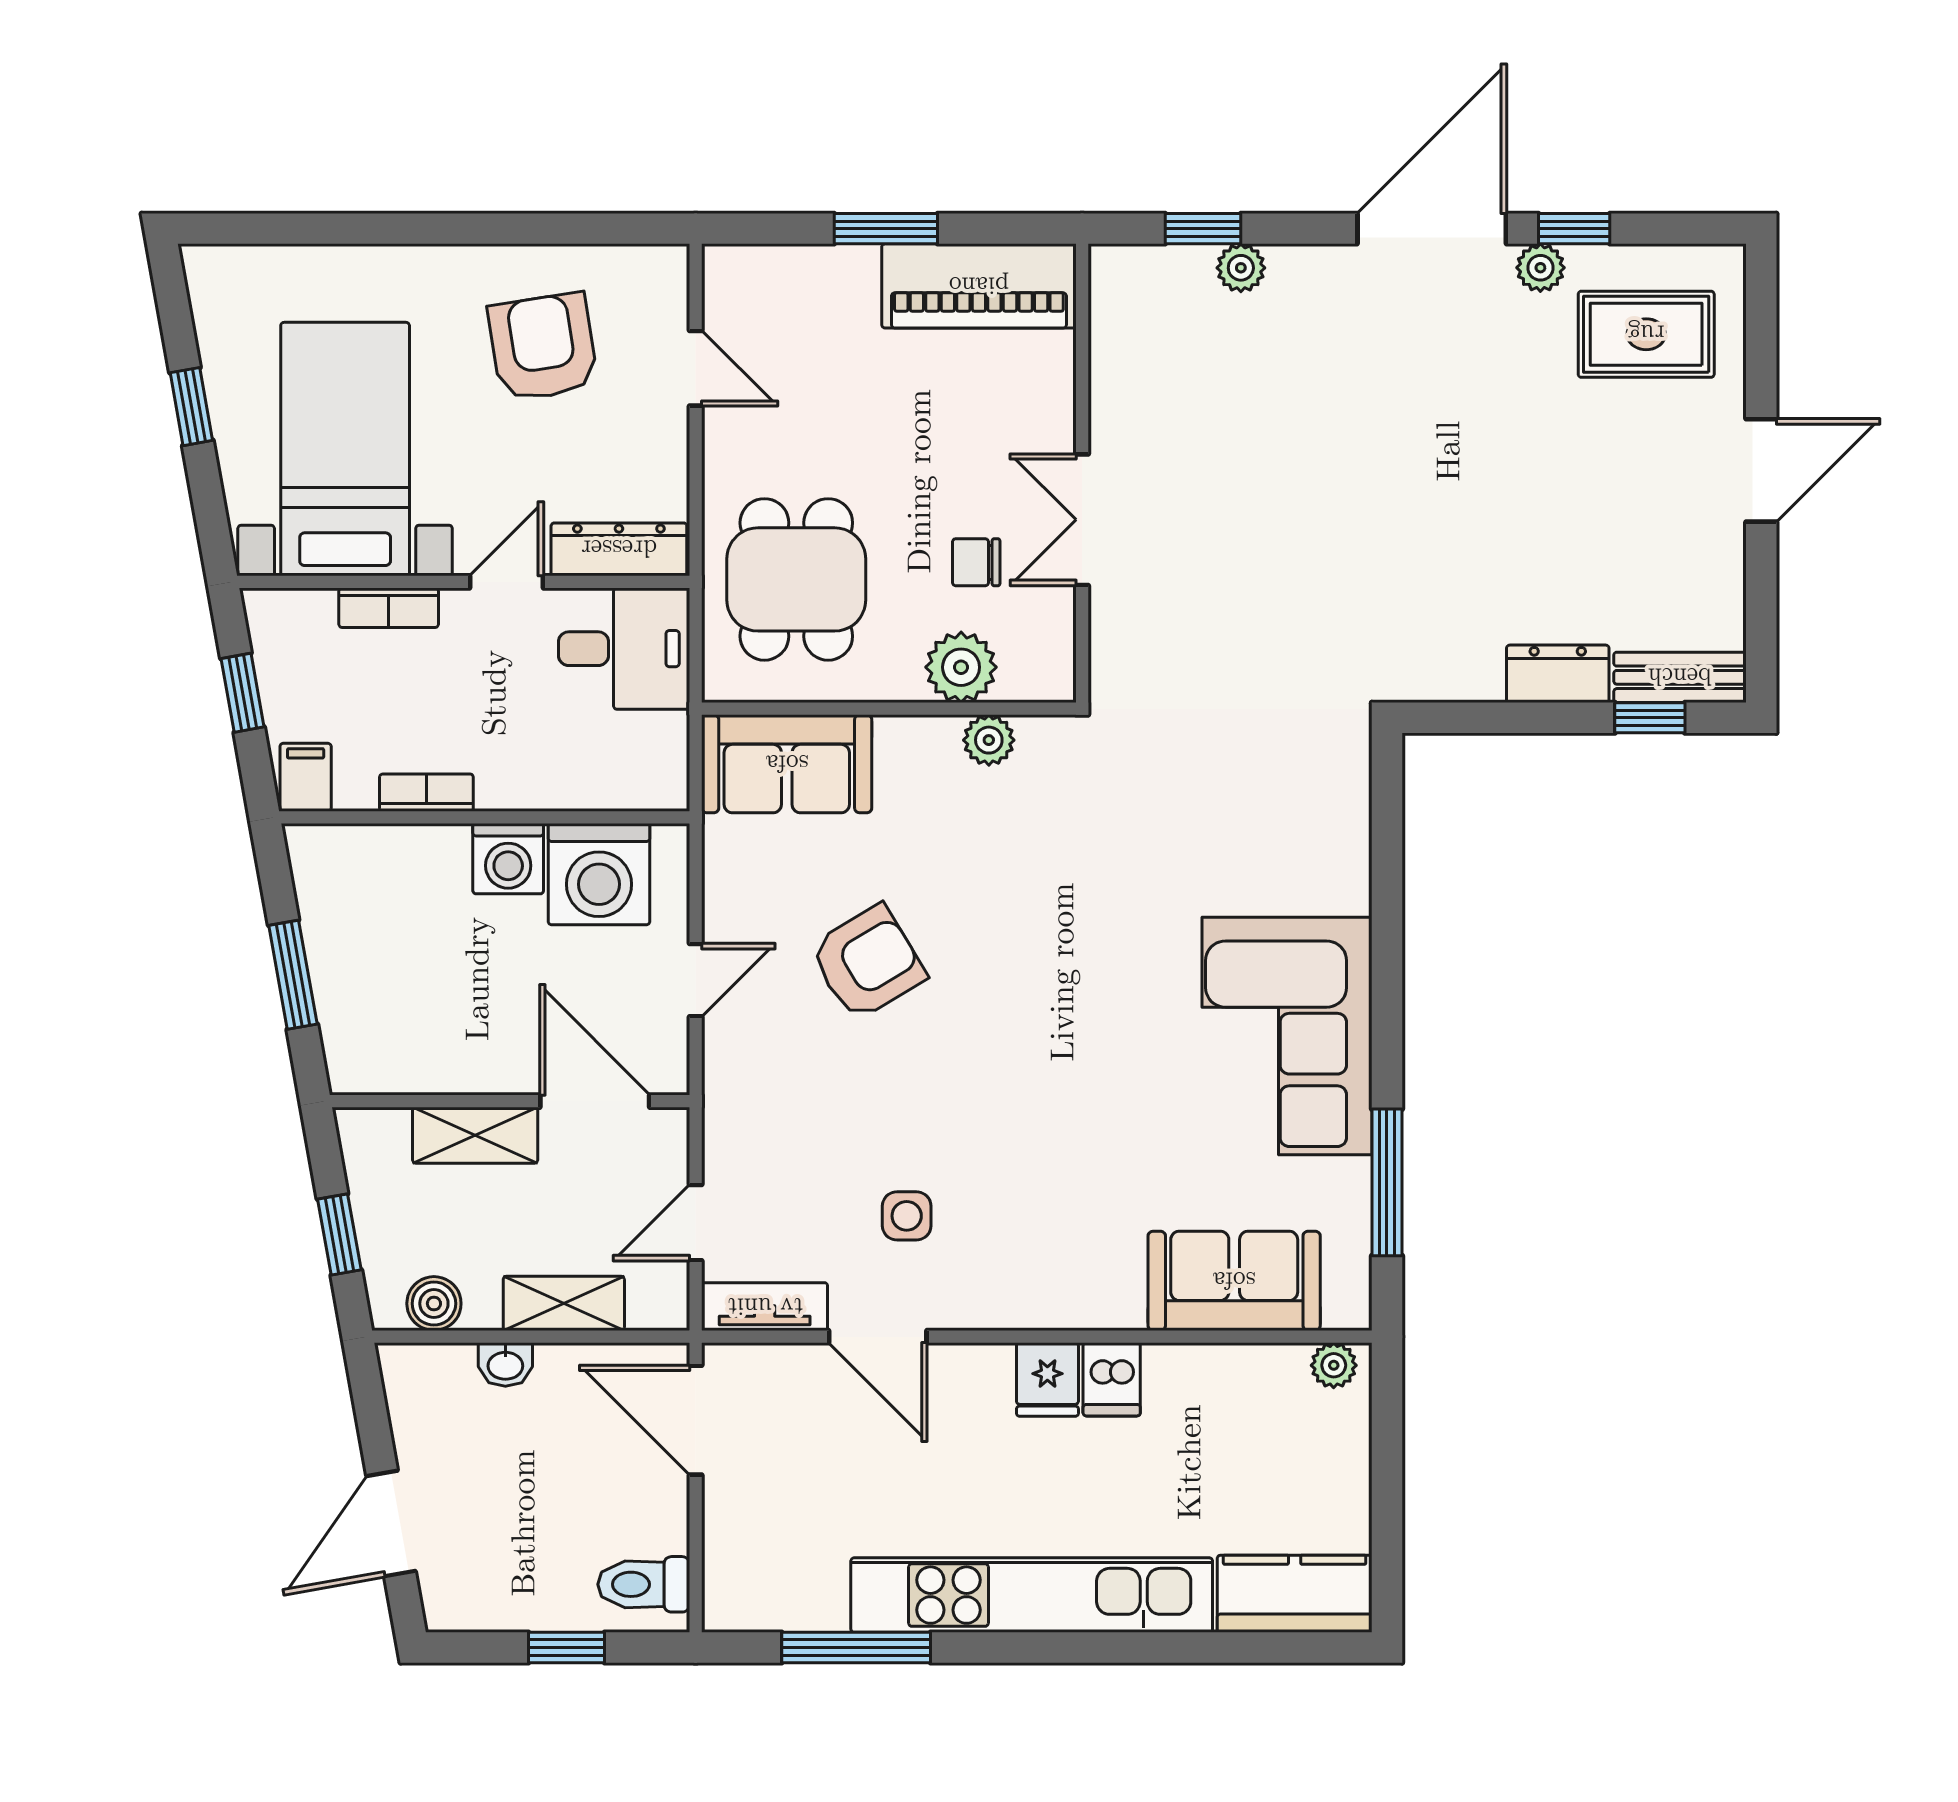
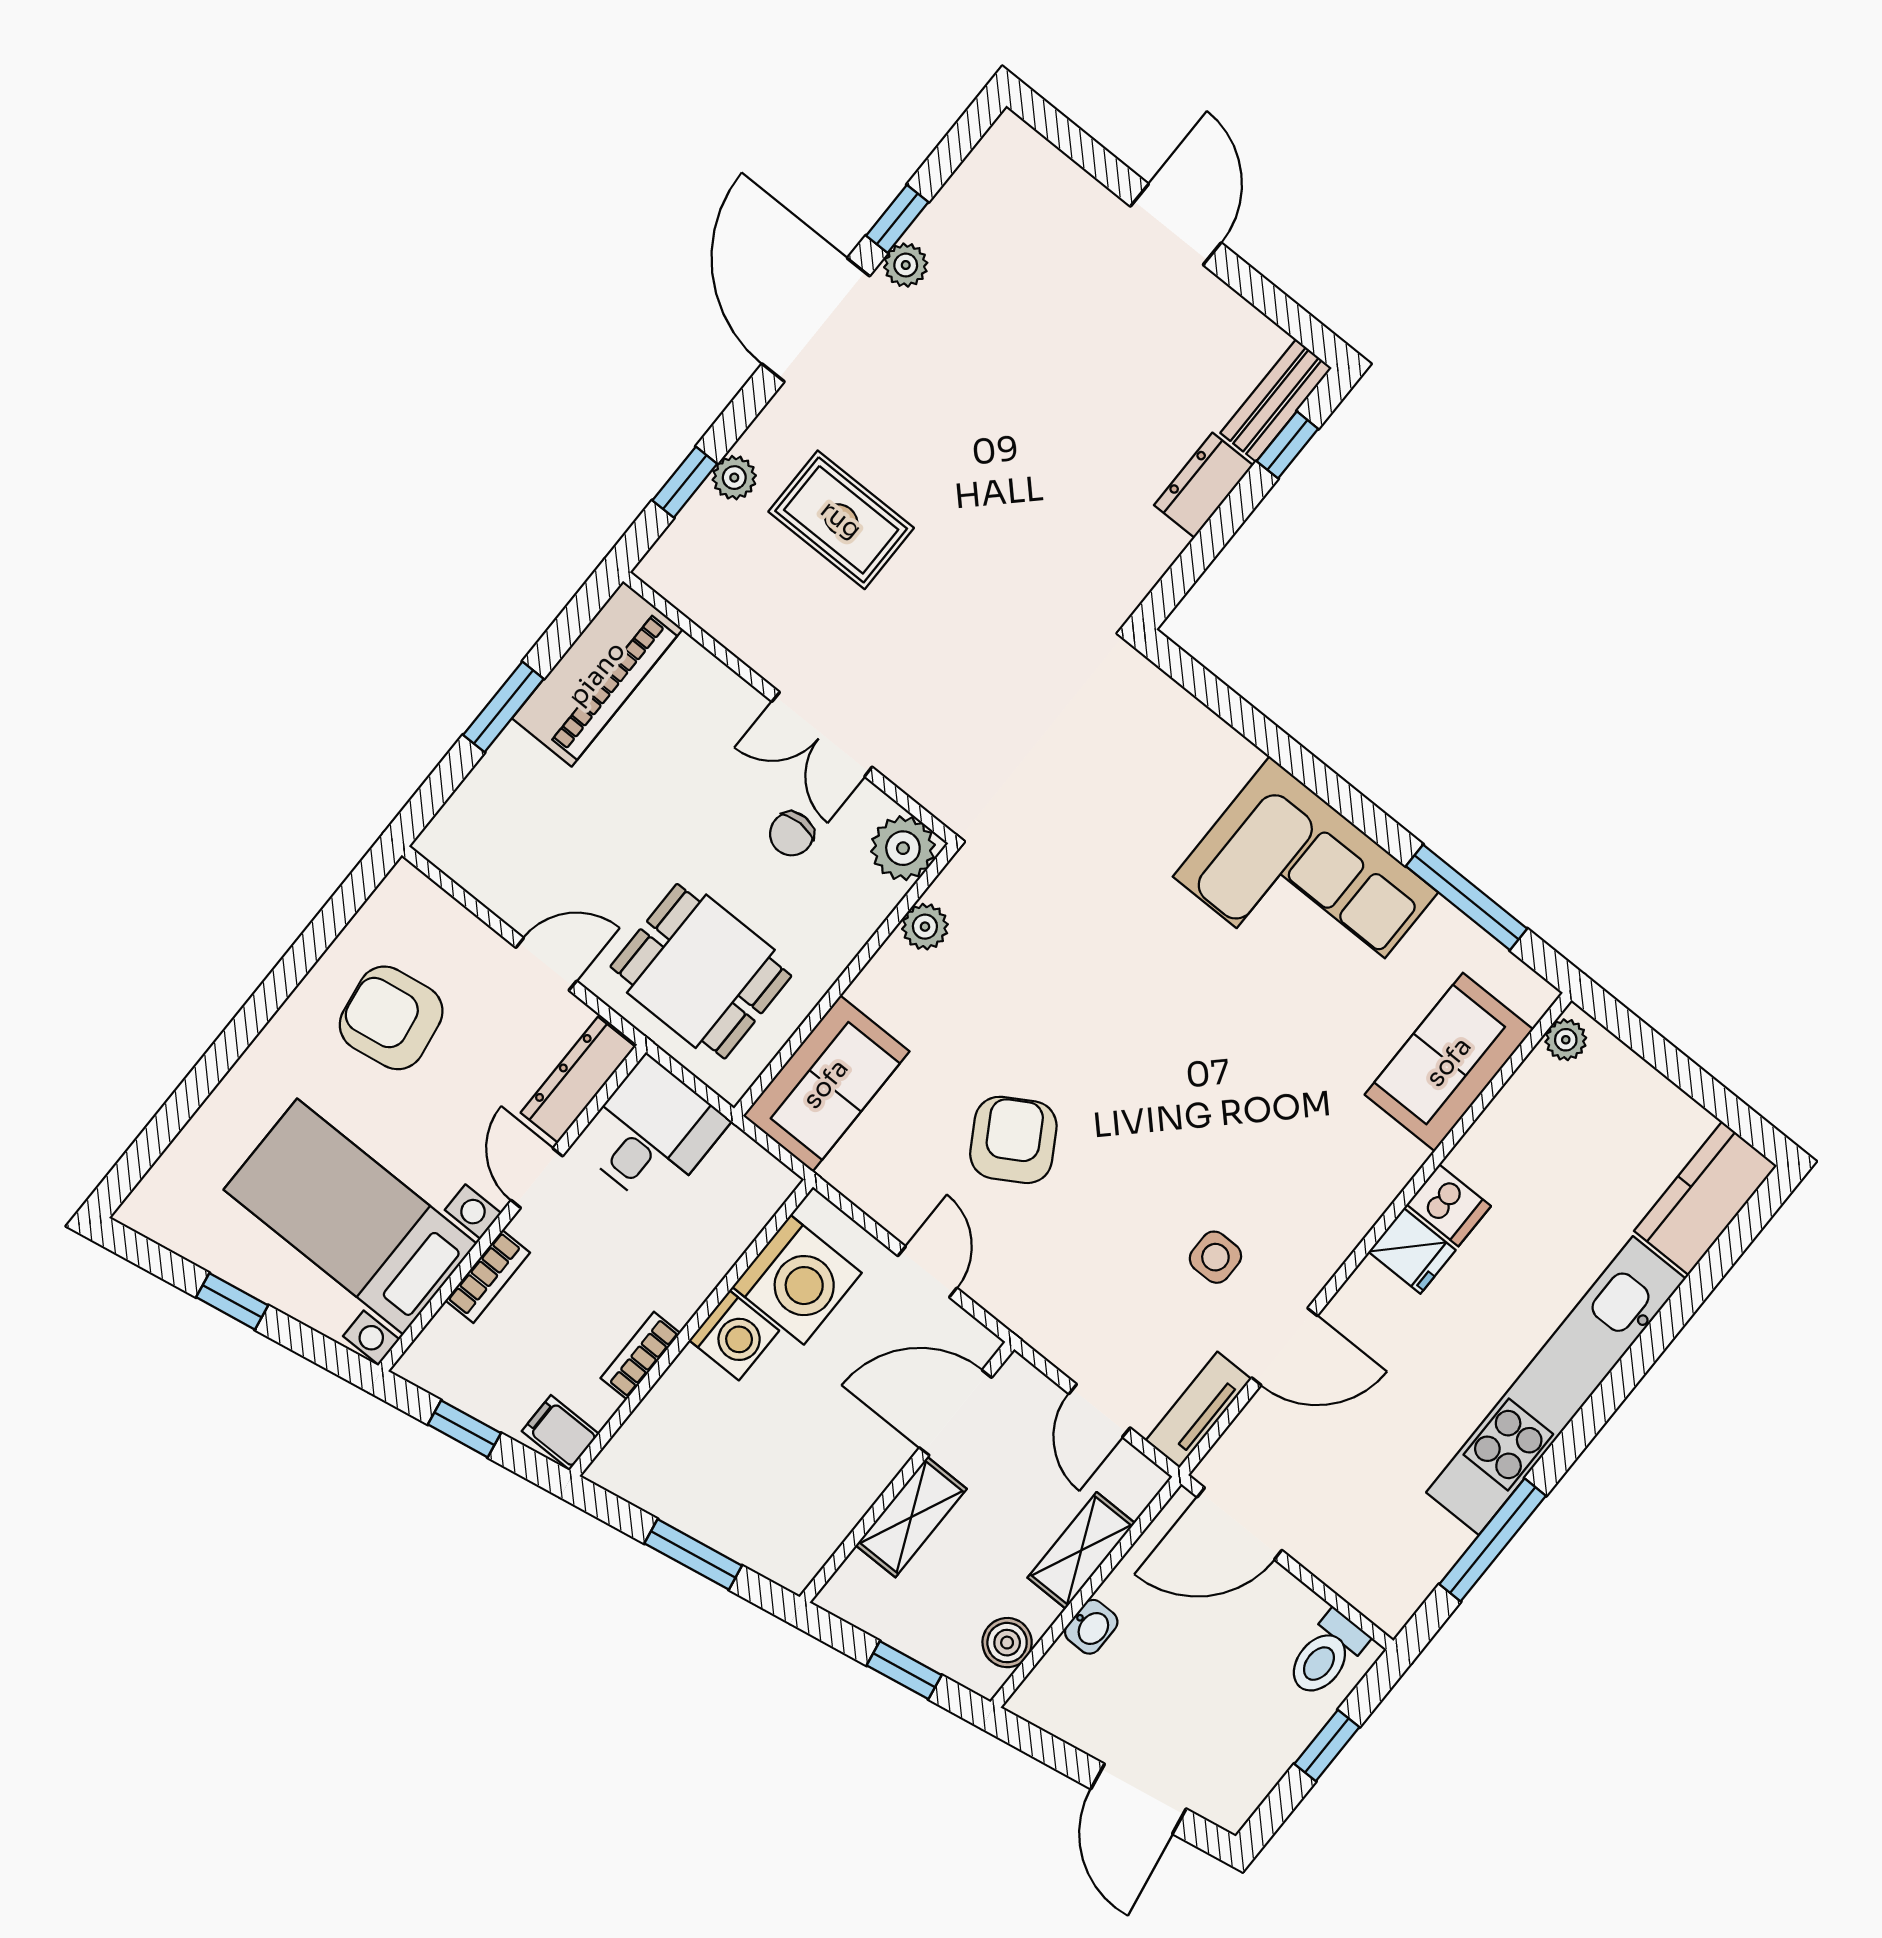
rug: (1646, 334) -> (841, 520), moved, turned 90
door: (696, 368) -> (546, 964), moved
plant: (961, 667) -> (903, 848), moved

